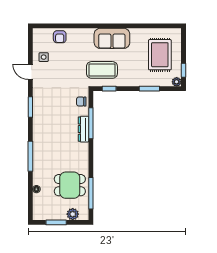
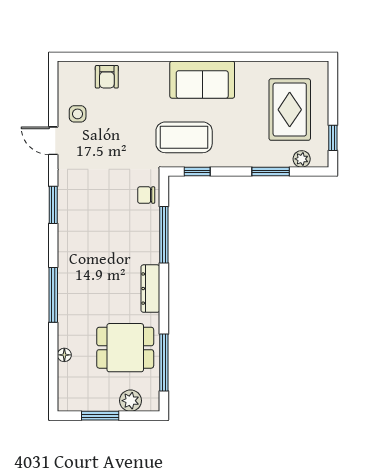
plant: (177, 82) -> (302, 159), moved
dresser: (84, 129) -> (150, 289), moved

